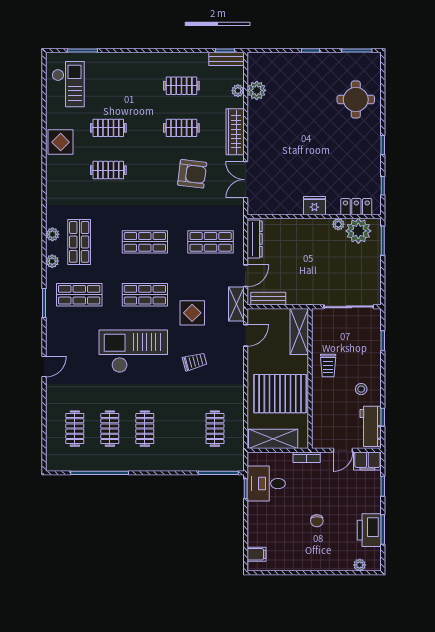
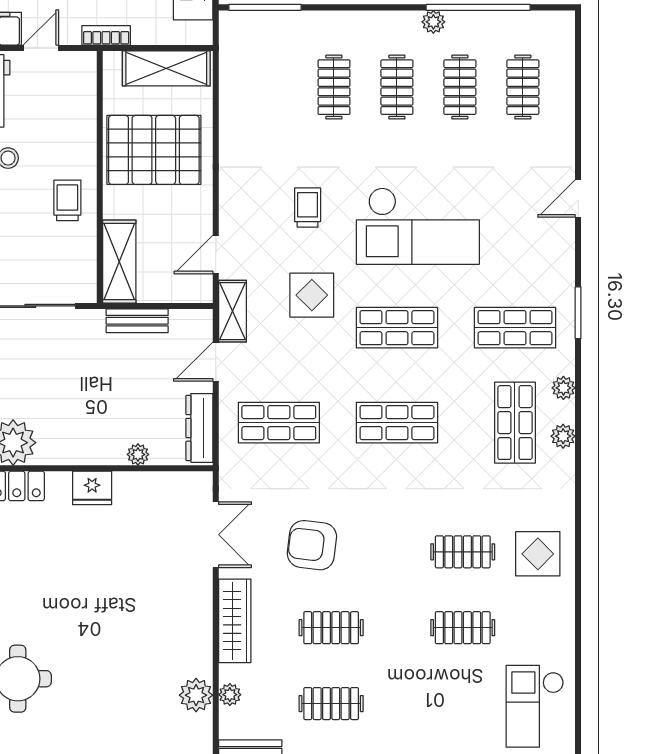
display table: (61, 142) -> (538, 554), moved
plant: (338, 224) -> (138, 454), moved
bench: (268, 299) -> (137, 321), moved
trolley: (195, 362) -> (308, 208), turned 105
clothes rail: (215, 429) -> (334, 87), moved
plant: (125, 465) -> (433, 22), added

